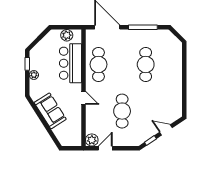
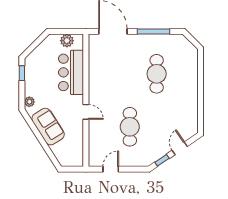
cafe table: (98, 64) -> (103, 74), removed
plant: (34, 75) -> (29, 102), moved
door: (166, 130) -> (180, 148), hinge flipped
plant: (92, 140) -> (95, 160), removed

